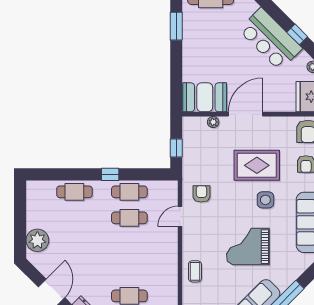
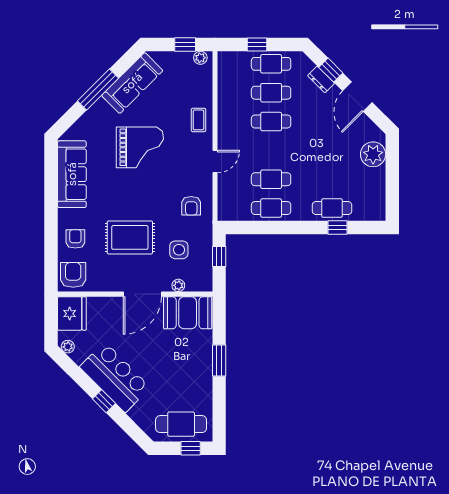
window: (176, 26) -> (219, 360), moved
window: (297, 34) -> (104, 401), moved
window: (110, 174) -> (337, 227), moved
side table: (265, 200) -> (179, 250), moved
door: (180, 216) -> (215, 162), moved
cafe table: (129, 270) -> (271, 122), added

